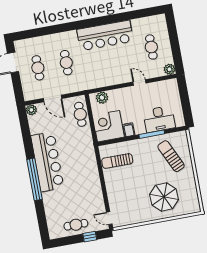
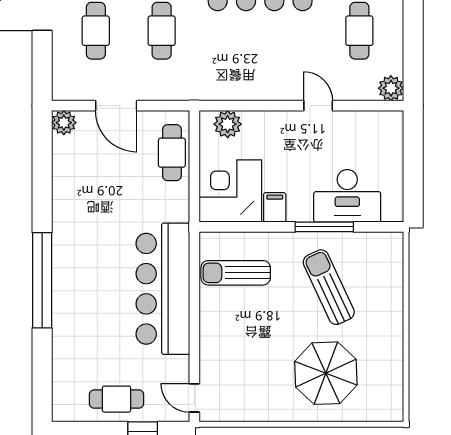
sun lounger: (171, 156) -> (329, 287), moved
bar counter: (47, 162) -> (163, 289), moved, turned 180

